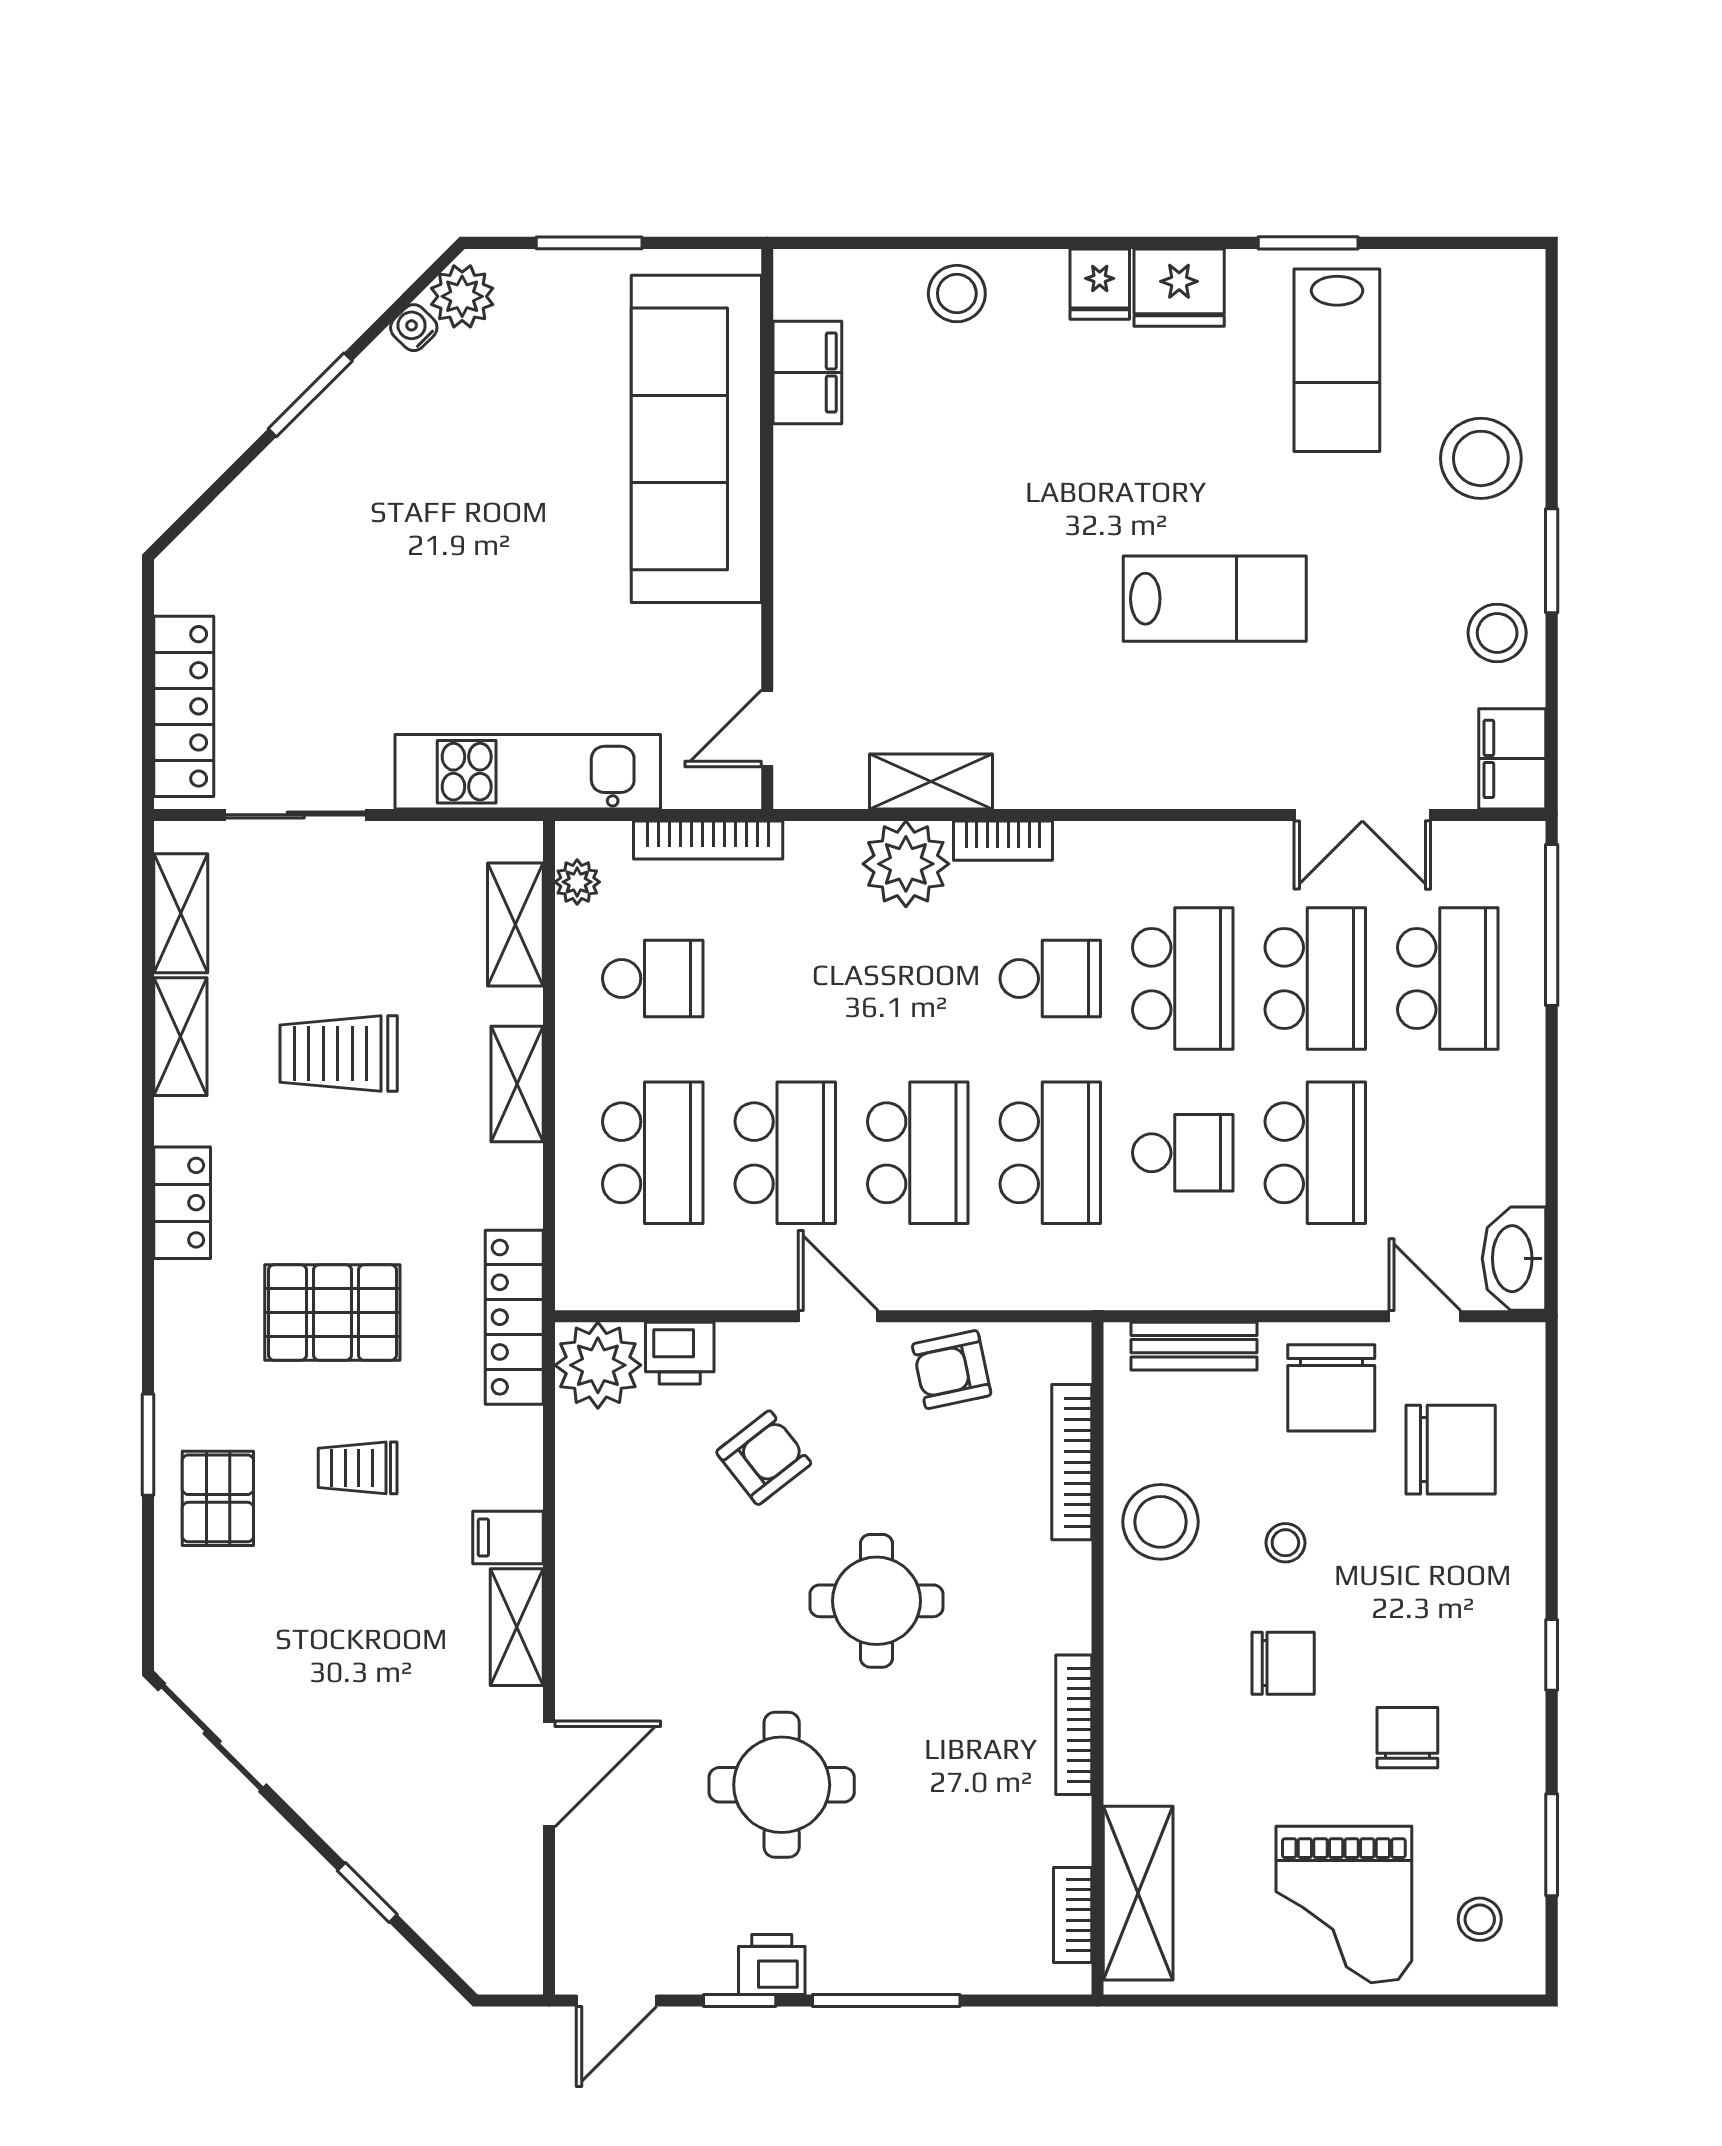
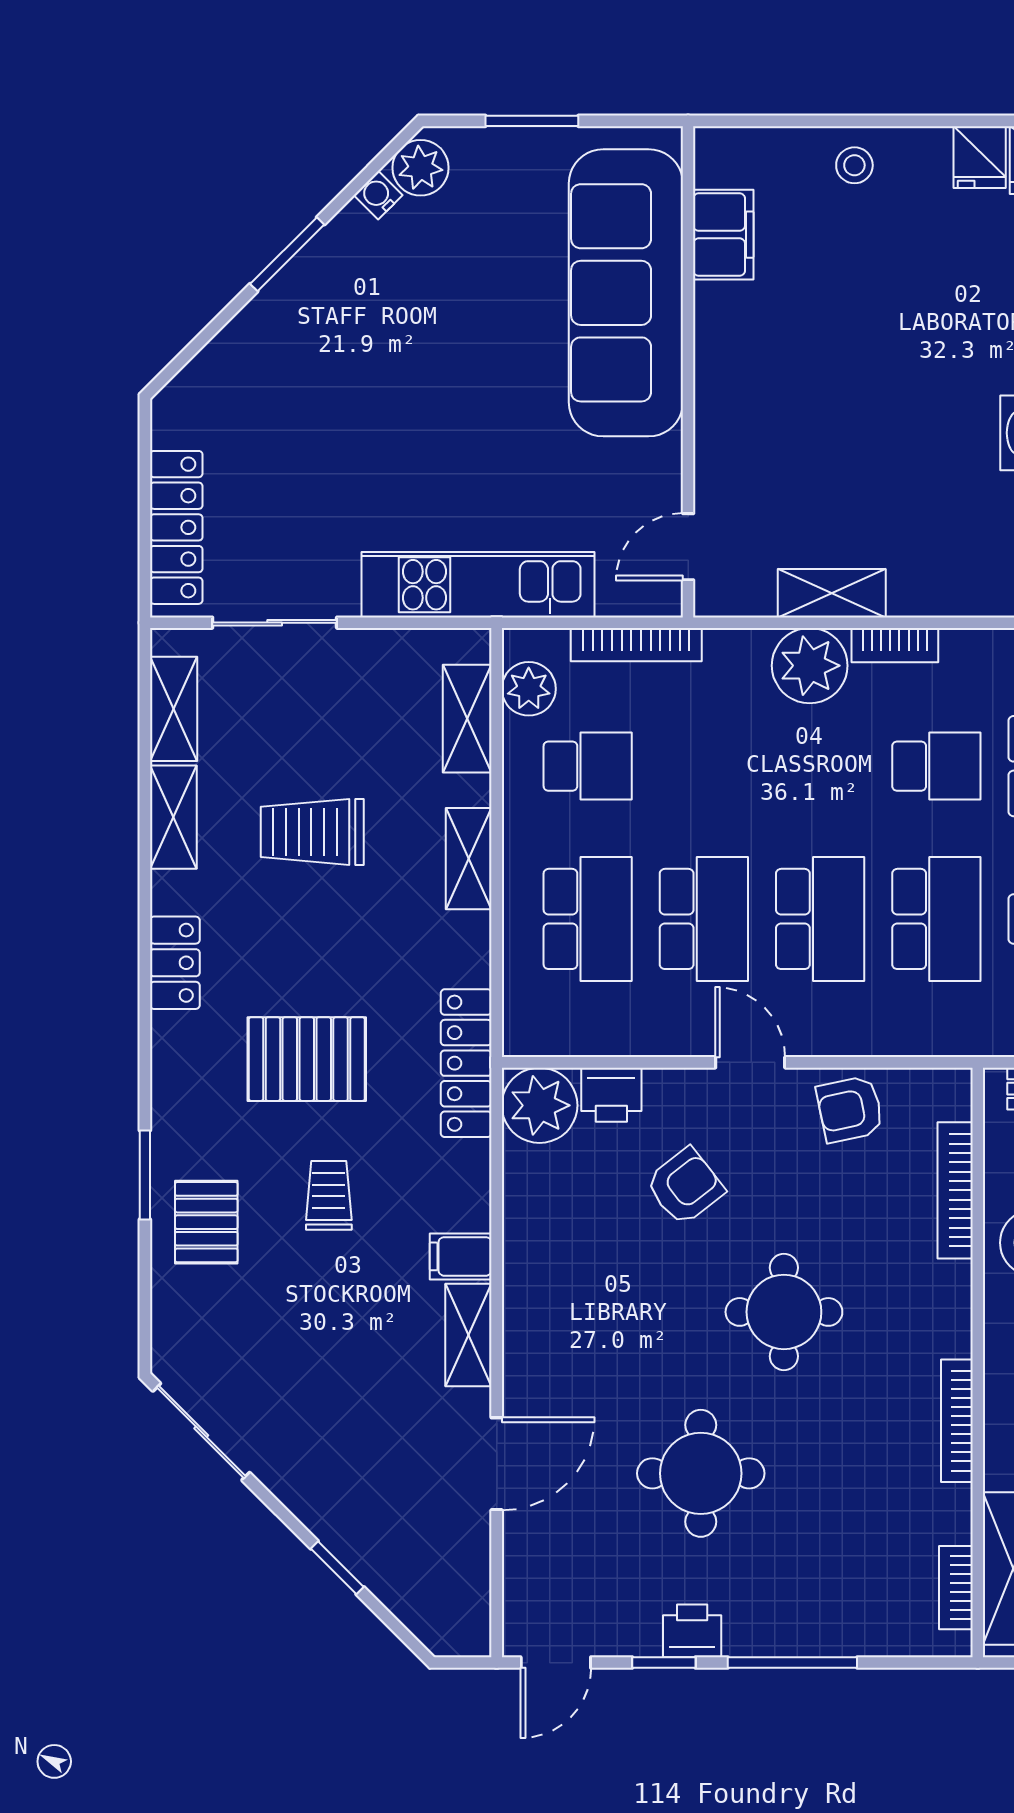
stool: (957, 294) -> (854, 165), width x0.73, depth x0.73
plant: (577, 882) -> (529, 689), width x1.38, depth x1.38
trolley: (358, 1468) -> (329, 1195), turned 90

